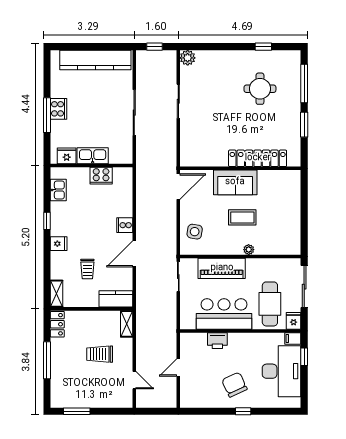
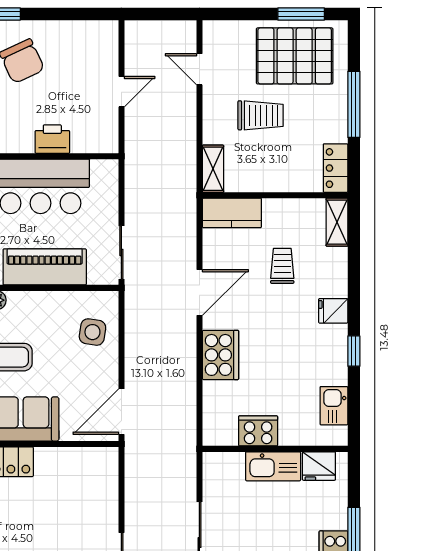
cooker: (125, 225) -> (221, 355), width x1.87, depth x1.31
pallet: (80, 388) -> (295, 56), added

